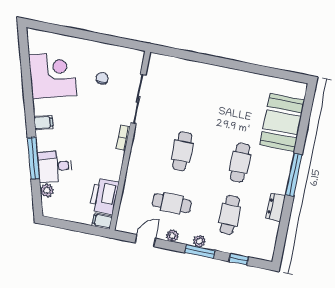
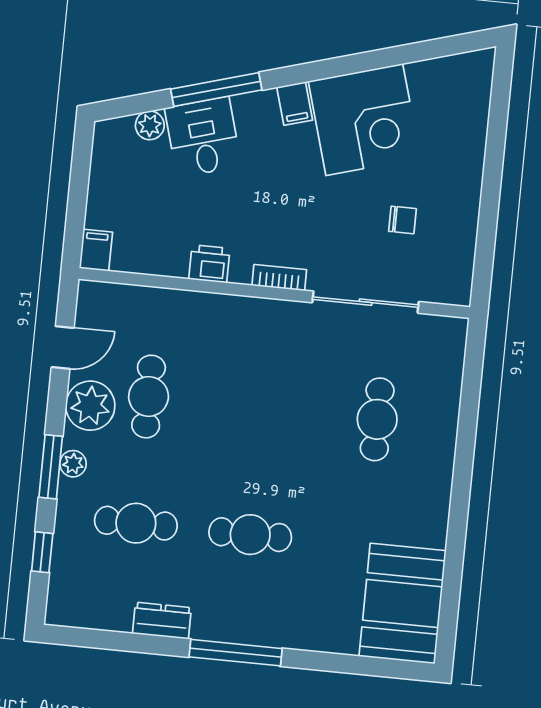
corner desk: (53, 75) -> (364, 120), moved
booth: (282, 122) -> (403, 603), moved, turned 90
cafe table: (182, 151) -> (377, 419), moved, turned 90
printer: (104, 196) -> (209, 264), moved, width x0.53, depth x0.68
plant: (172, 236) -> (90, 406), width x1.88, depth x1.88
door: (145, 241) -> (63, 347), hinge flipped

